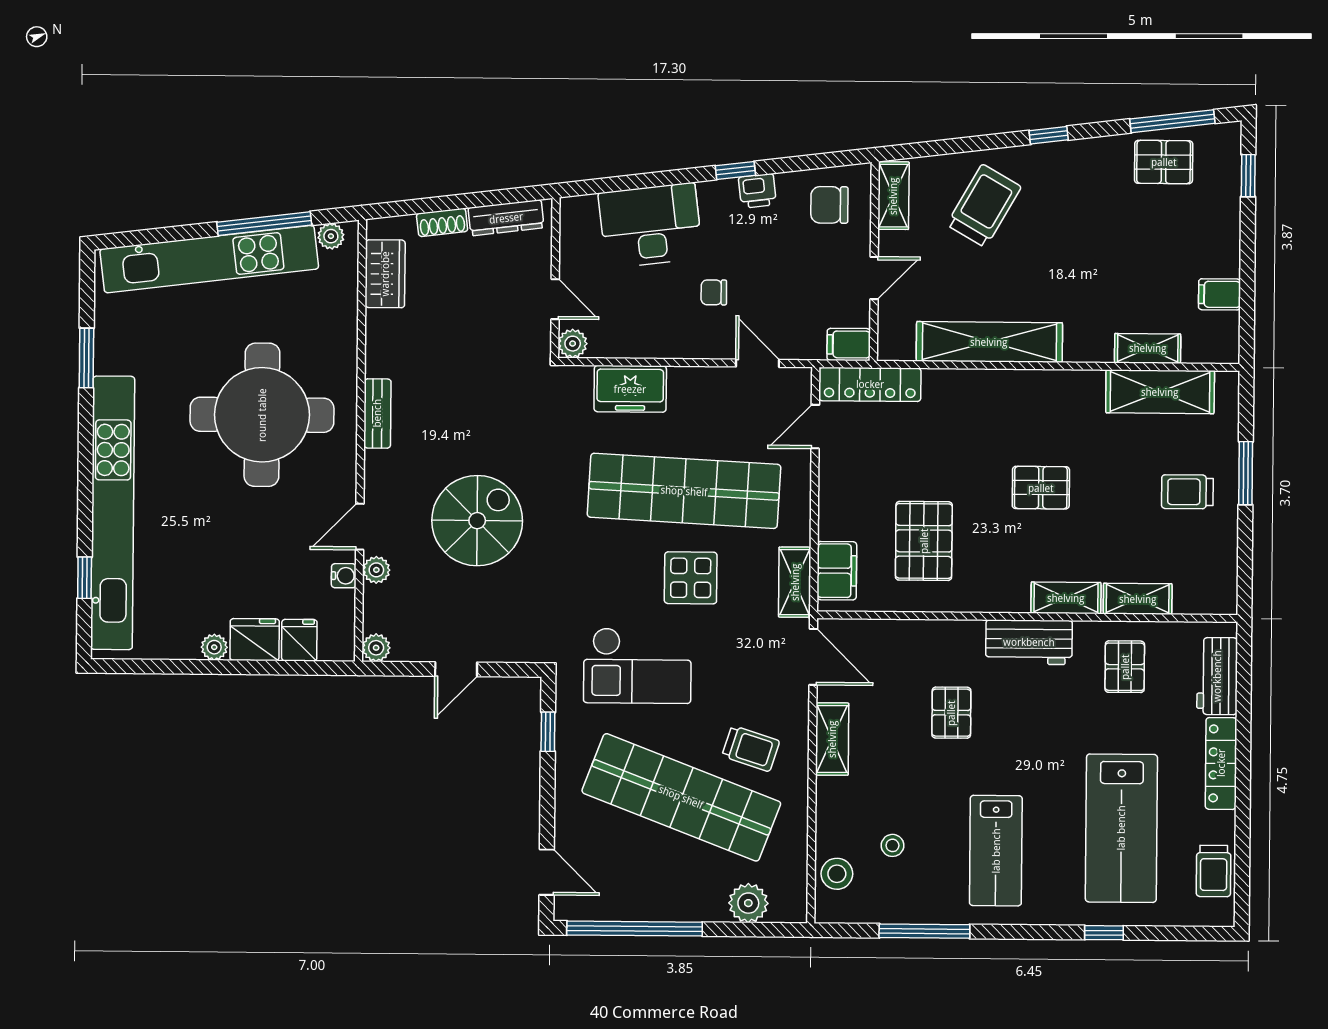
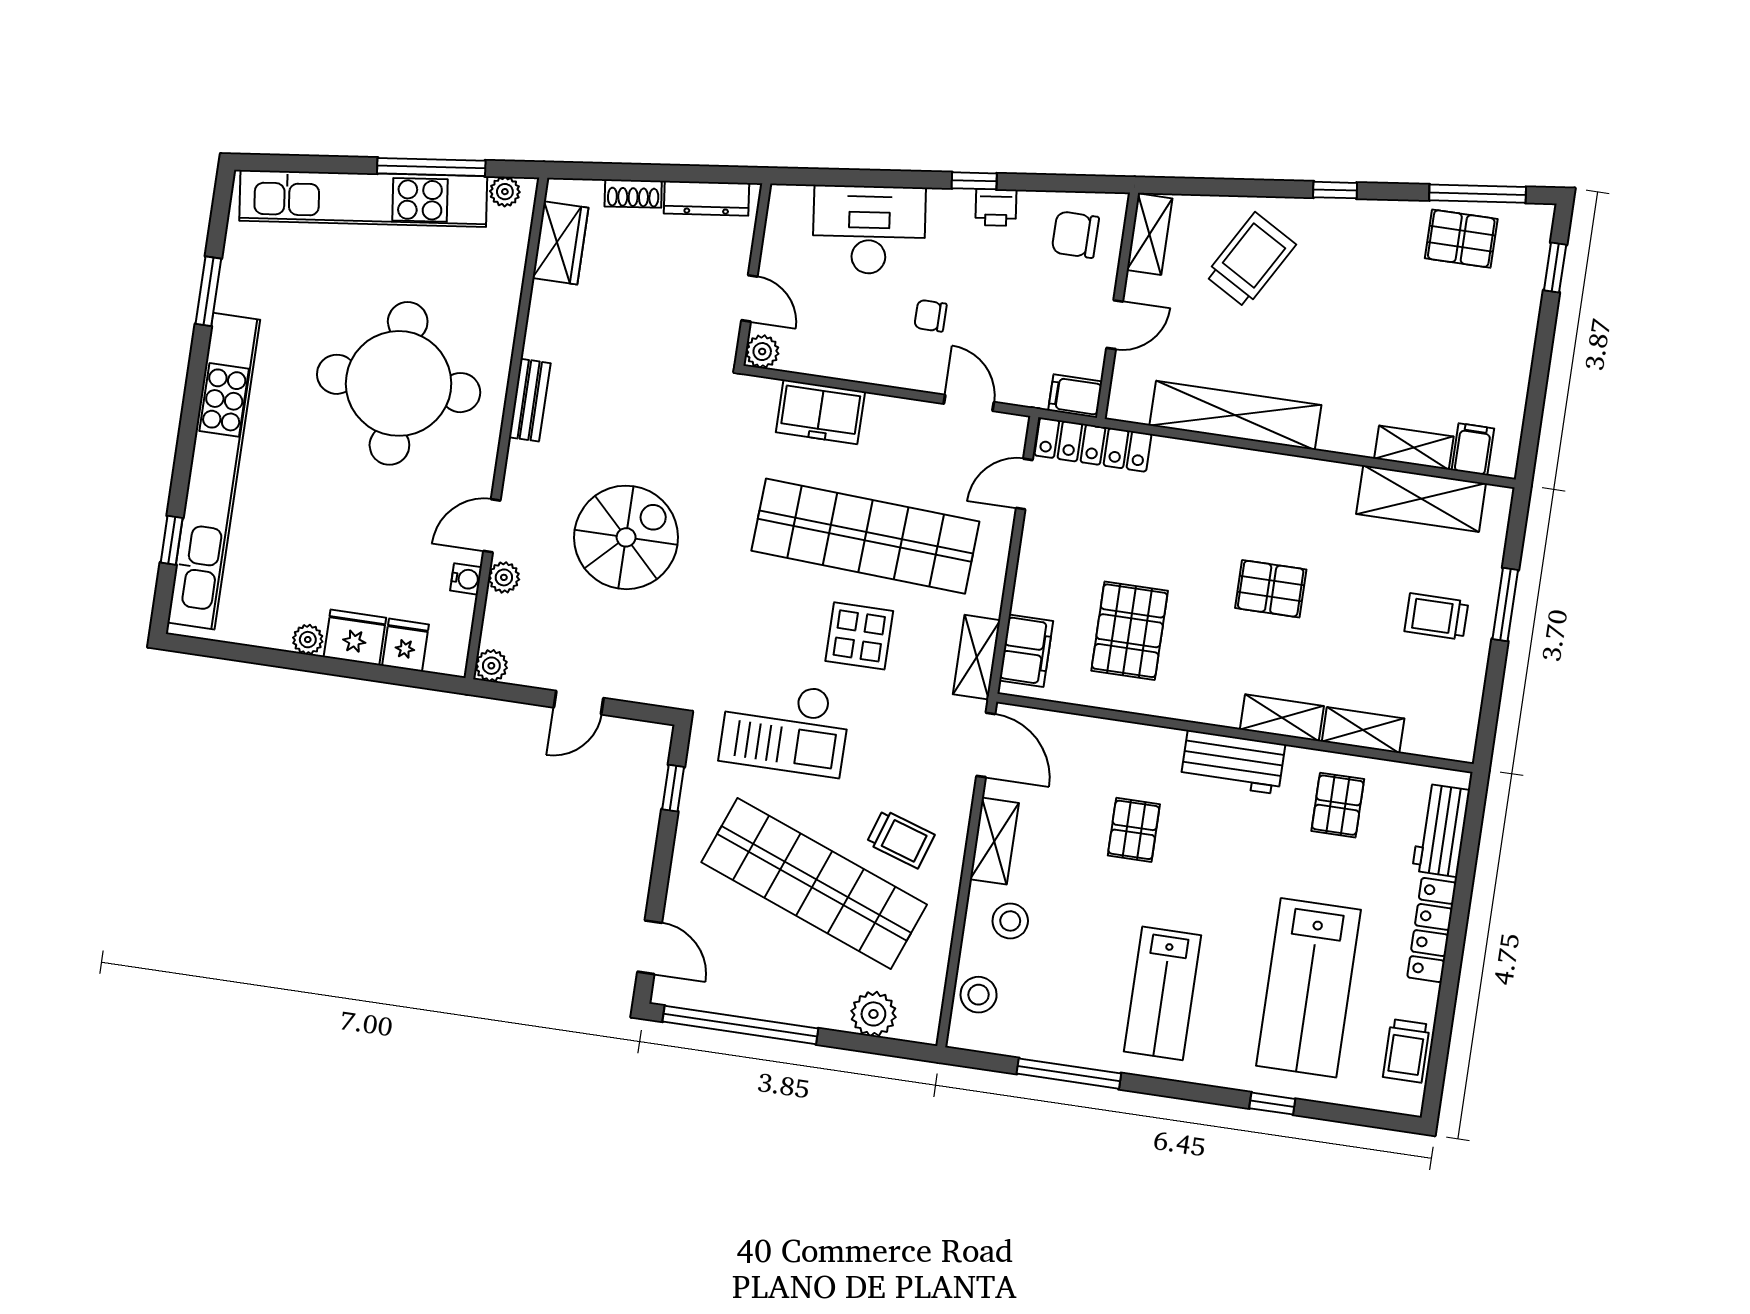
filing cabinet: (1220, 294) -> (1473, 449), moved, turned 90
stool: (893, 845) -> (1010, 921), moved, width x1.37, depth x1.37

